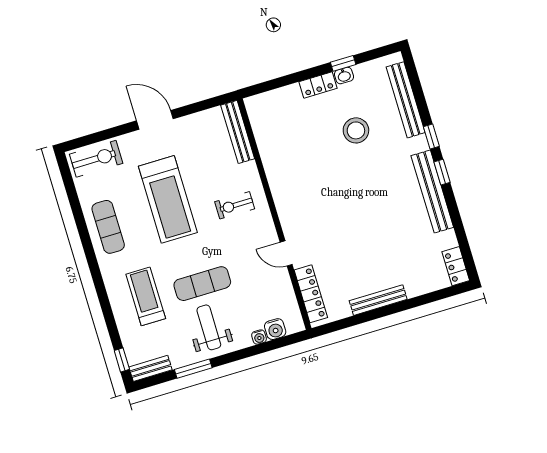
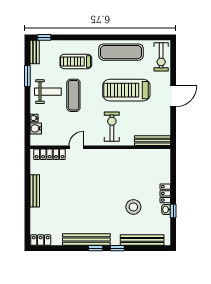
exercise bike: (235, 205) -> (112, 127), width x1.38, depth x1.39
exercise mat: (108, 227) -> (121, 52), width x1.36, depth x1.45
treadmill: (146, 296) -> (76, 61), turned 180

